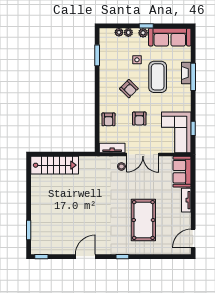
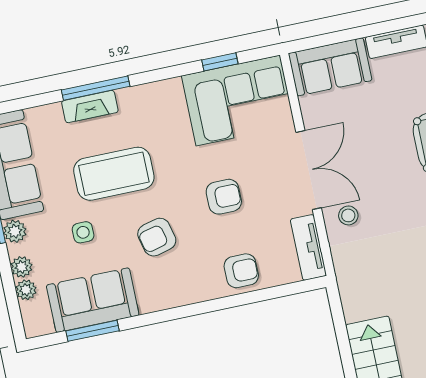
sofa: (109, 58) -> (93, 300), added
armchair: (129, 89) -> (157, 237), turned -149

